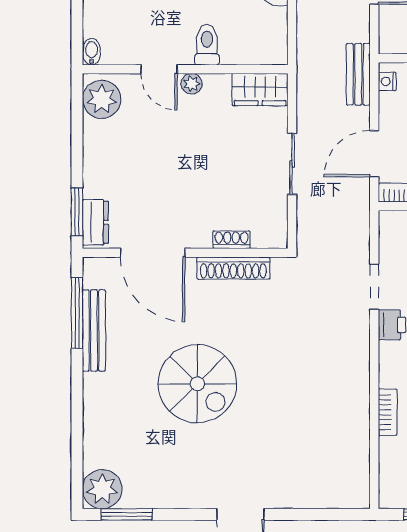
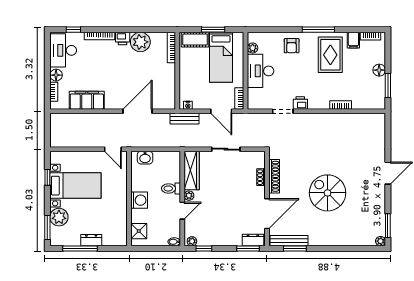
wardrobe: (260, 90) -> (192, 170), width x1.50
plant: (102, 99) -> (192, 241), width x0.53, depth x0.53
window: (77, 116) -> (204, 249), added
window: (77, 313) -> (295, 249), width x0.69
bench: (94, 331) -> (289, 241), moved
spiral stairs: (197, 384) -> (328, 193), turned -90
plant: (102, 489) -> (380, 241), width x0.53, depth x0.53

